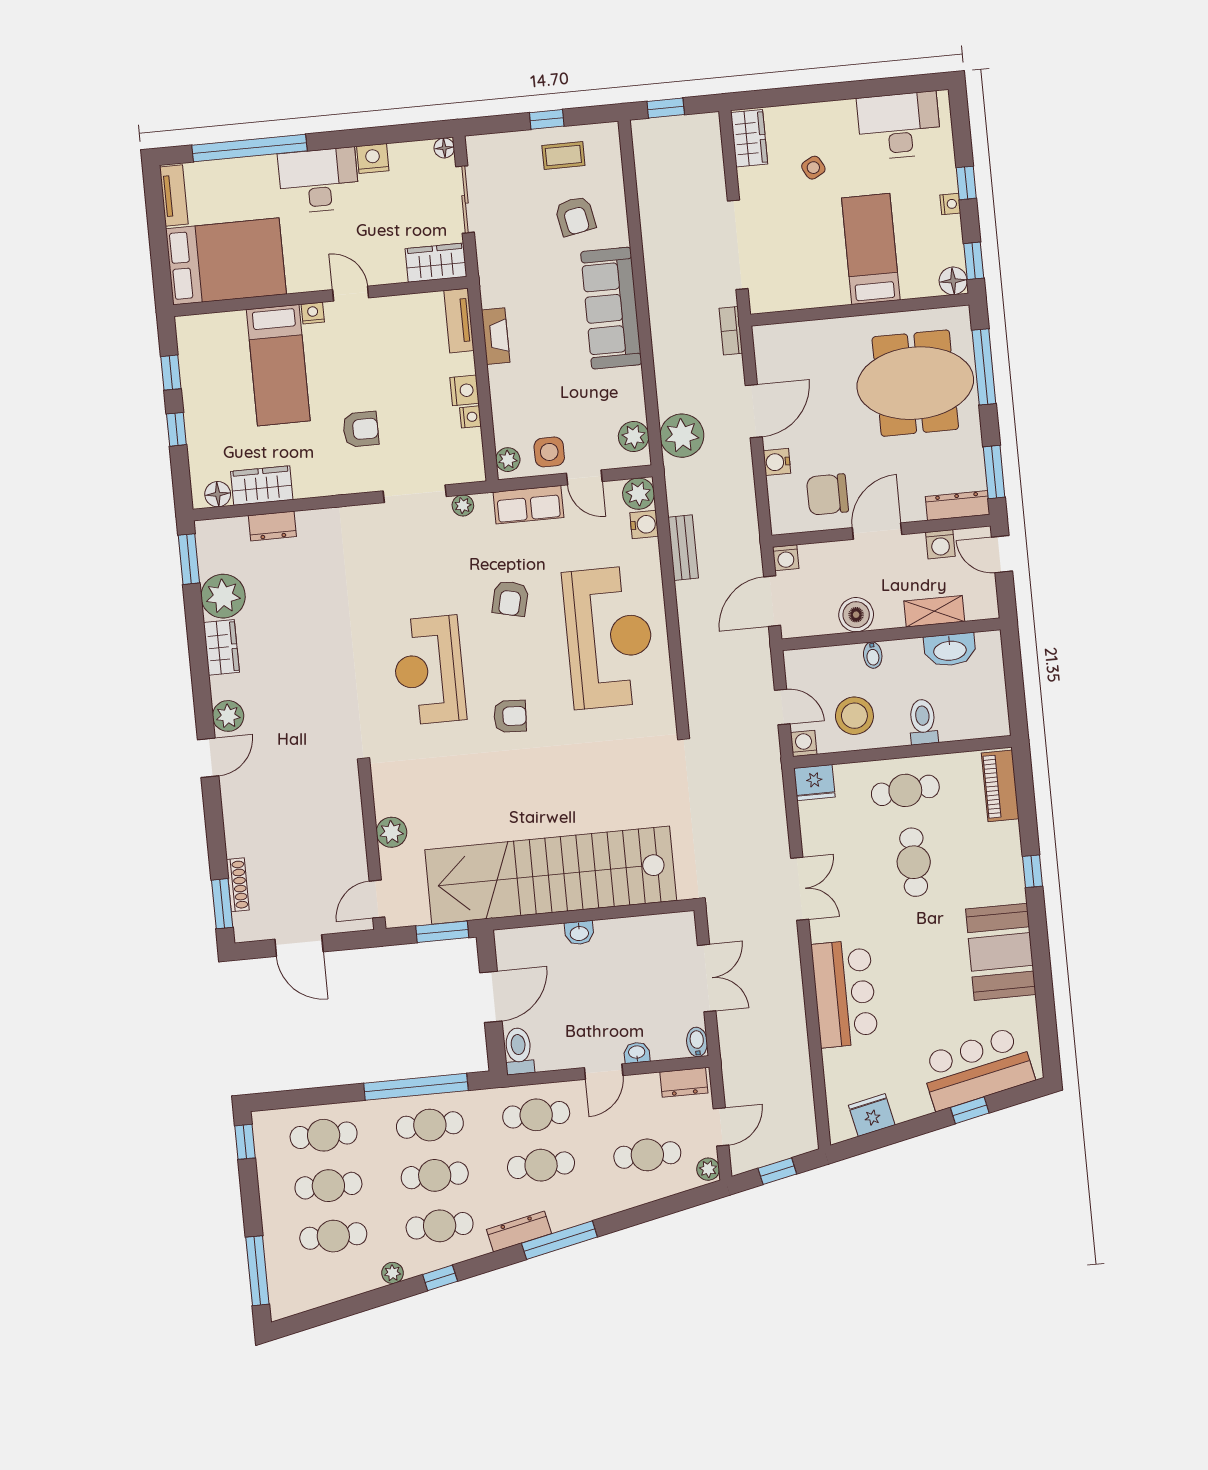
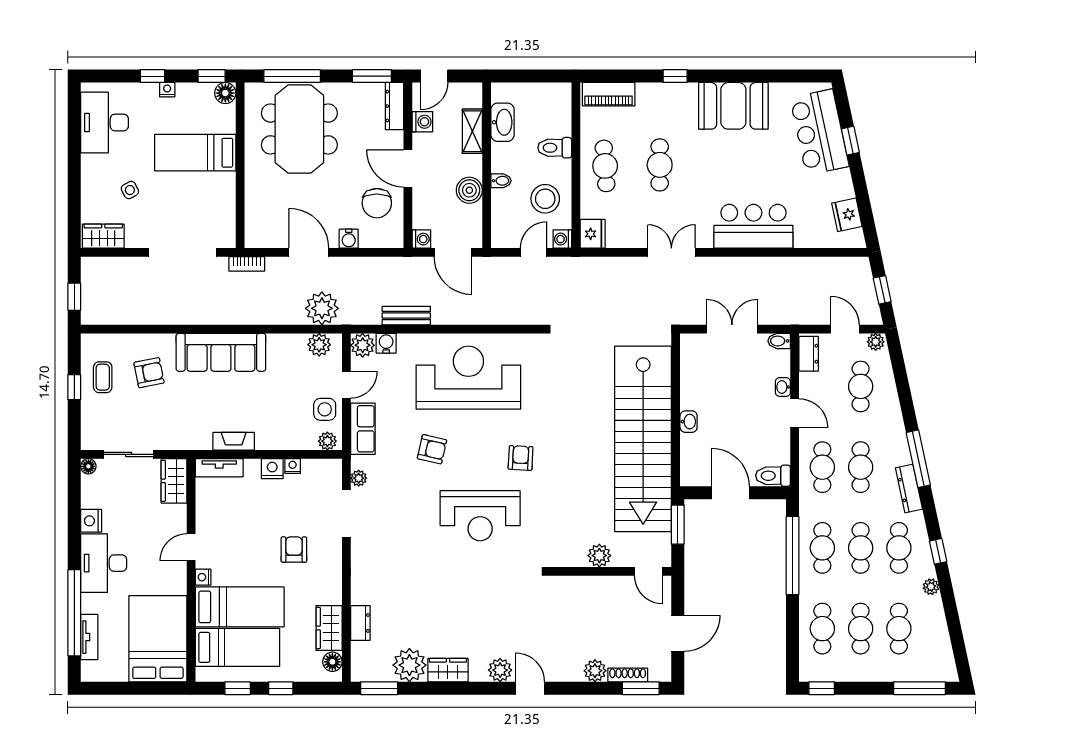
tv unit: (174, 196) -> (89, 637), moved, turned 90
bed: (225, 367) -> (237, 647), added
plant: (239, 841) -> (595, 671), added
cafe table: (914, 862) -> (660, 165), turned 90

